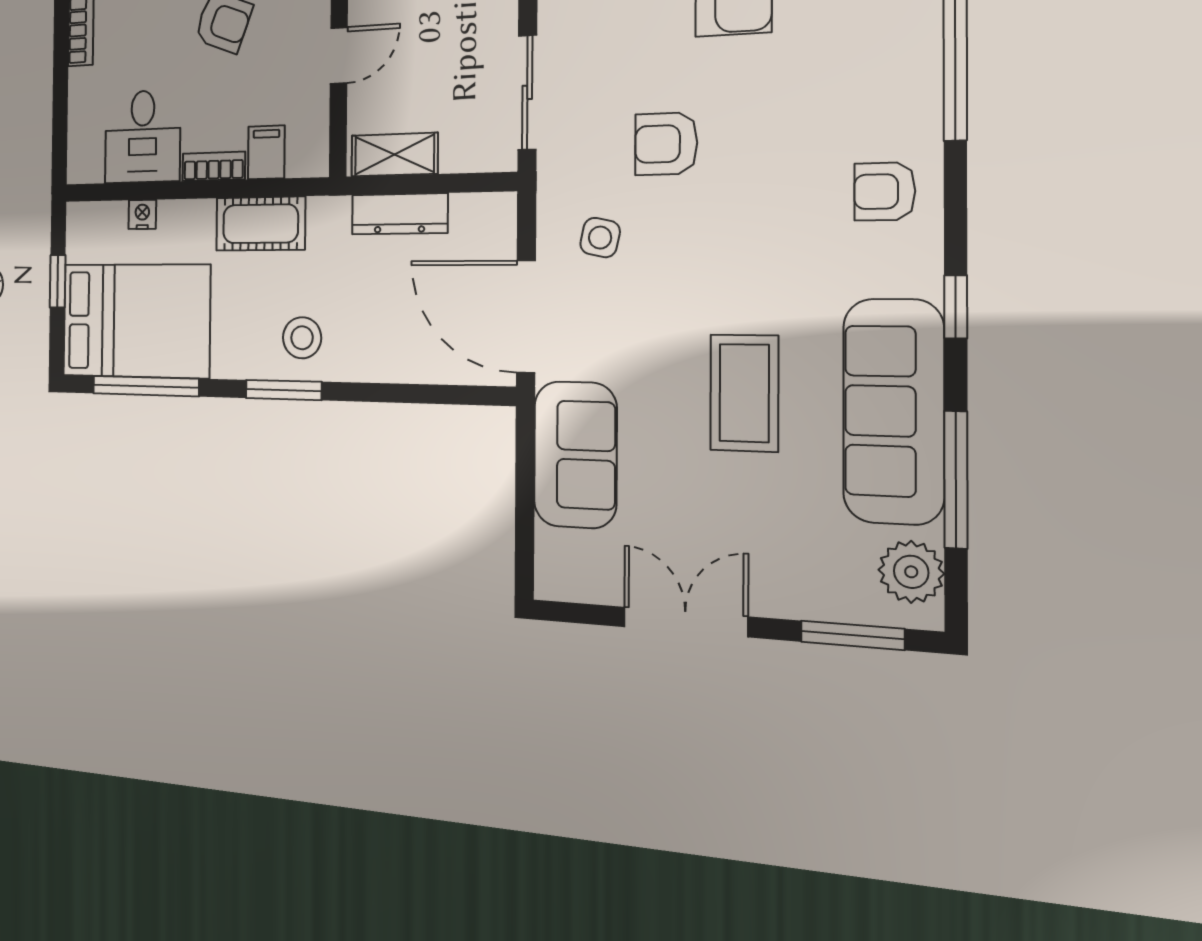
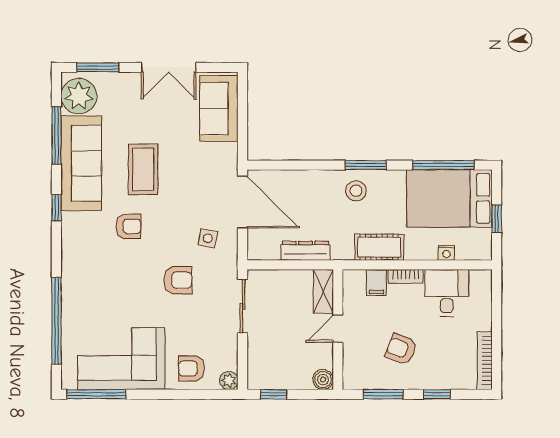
shelving: (394, 155) -> (323, 291), moved, turned 90
armchair: (885, 191) -> (128, 226), moved
sofa: (575, 455) -> (219, 109), moved
plant: (911, 572) -> (79, 96), width x1.36, depth x1.36

